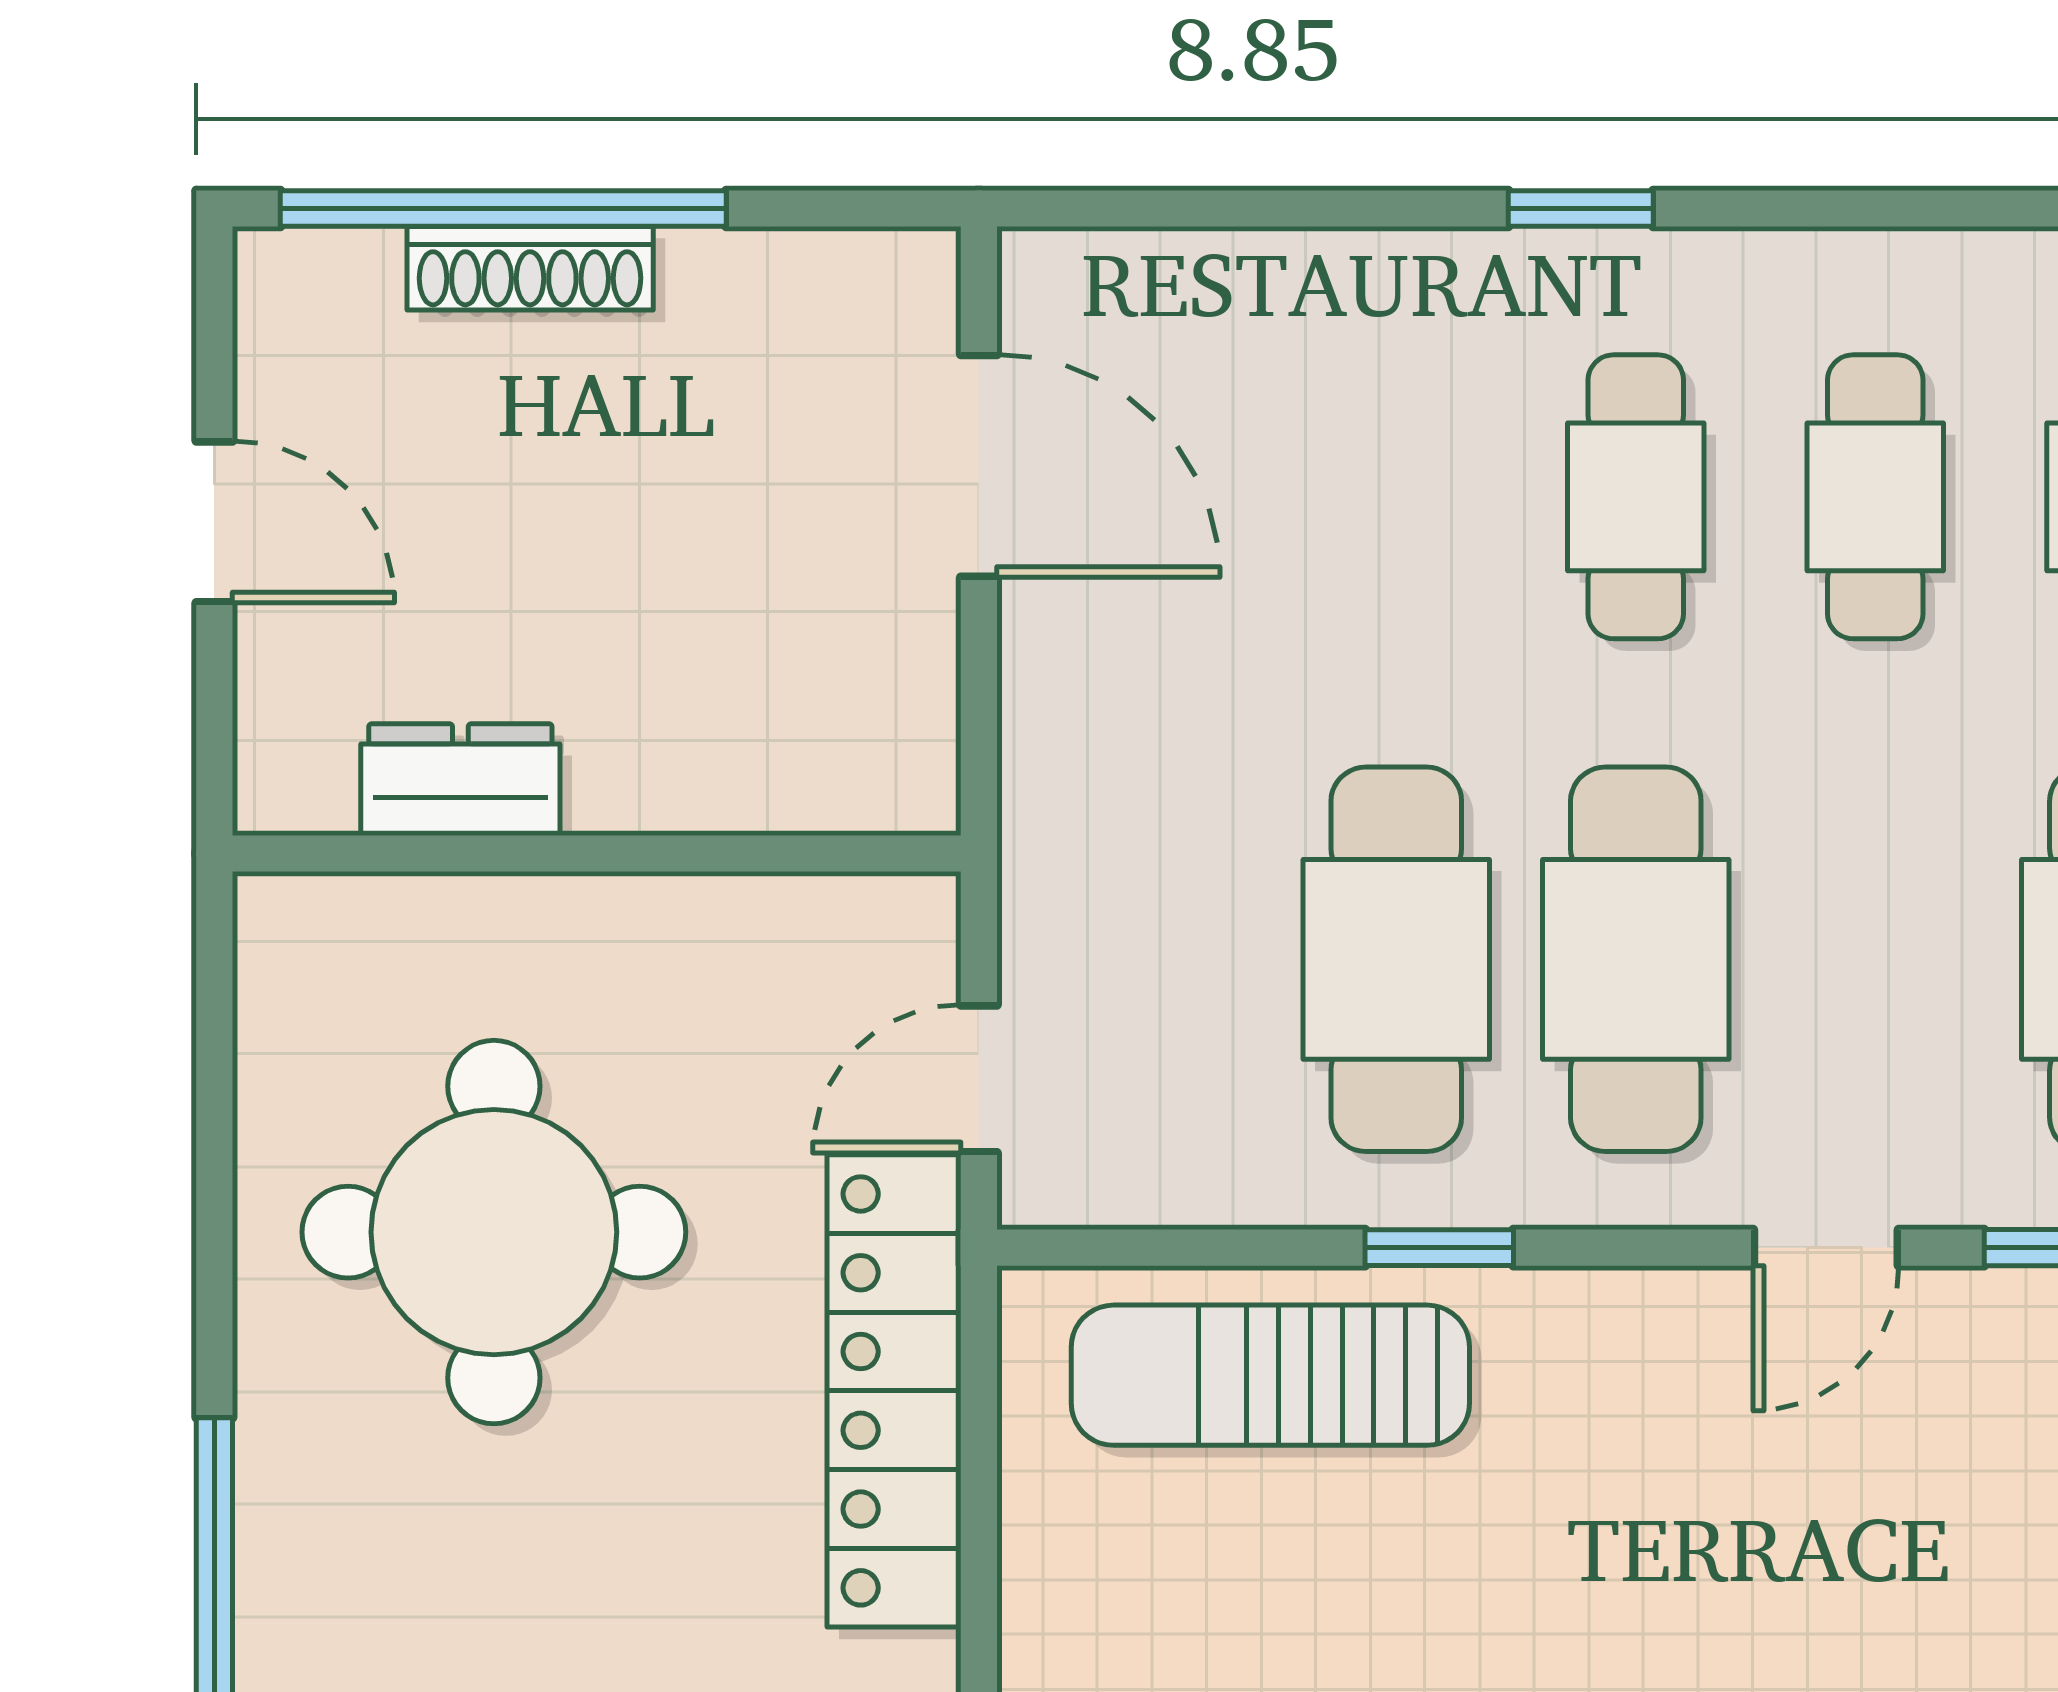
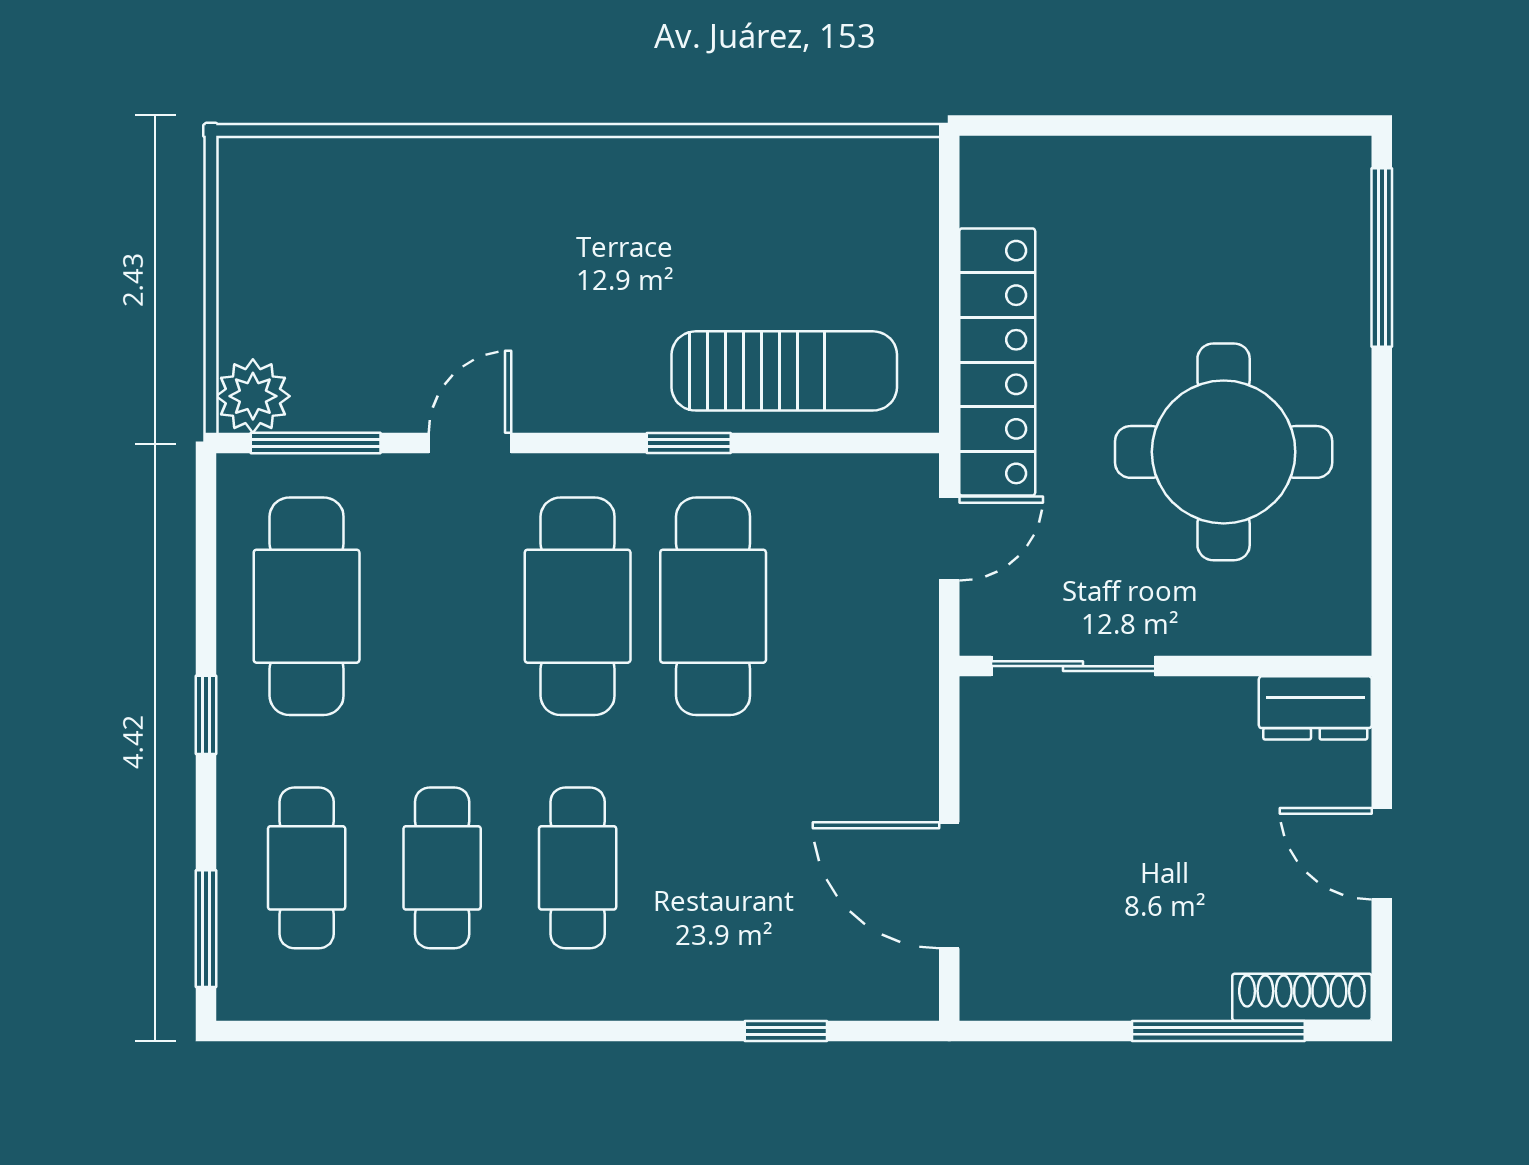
window: (503, 208) -> (1218, 1031), width x0.68
window: (1581, 208) -> (786, 1031), moved
shoe rack: (530, 268) -> (1302, 997), moved
dresser: (460, 780) -> (1315, 708), moved
sliding door: (760, 853) -> (1073, 666), added

